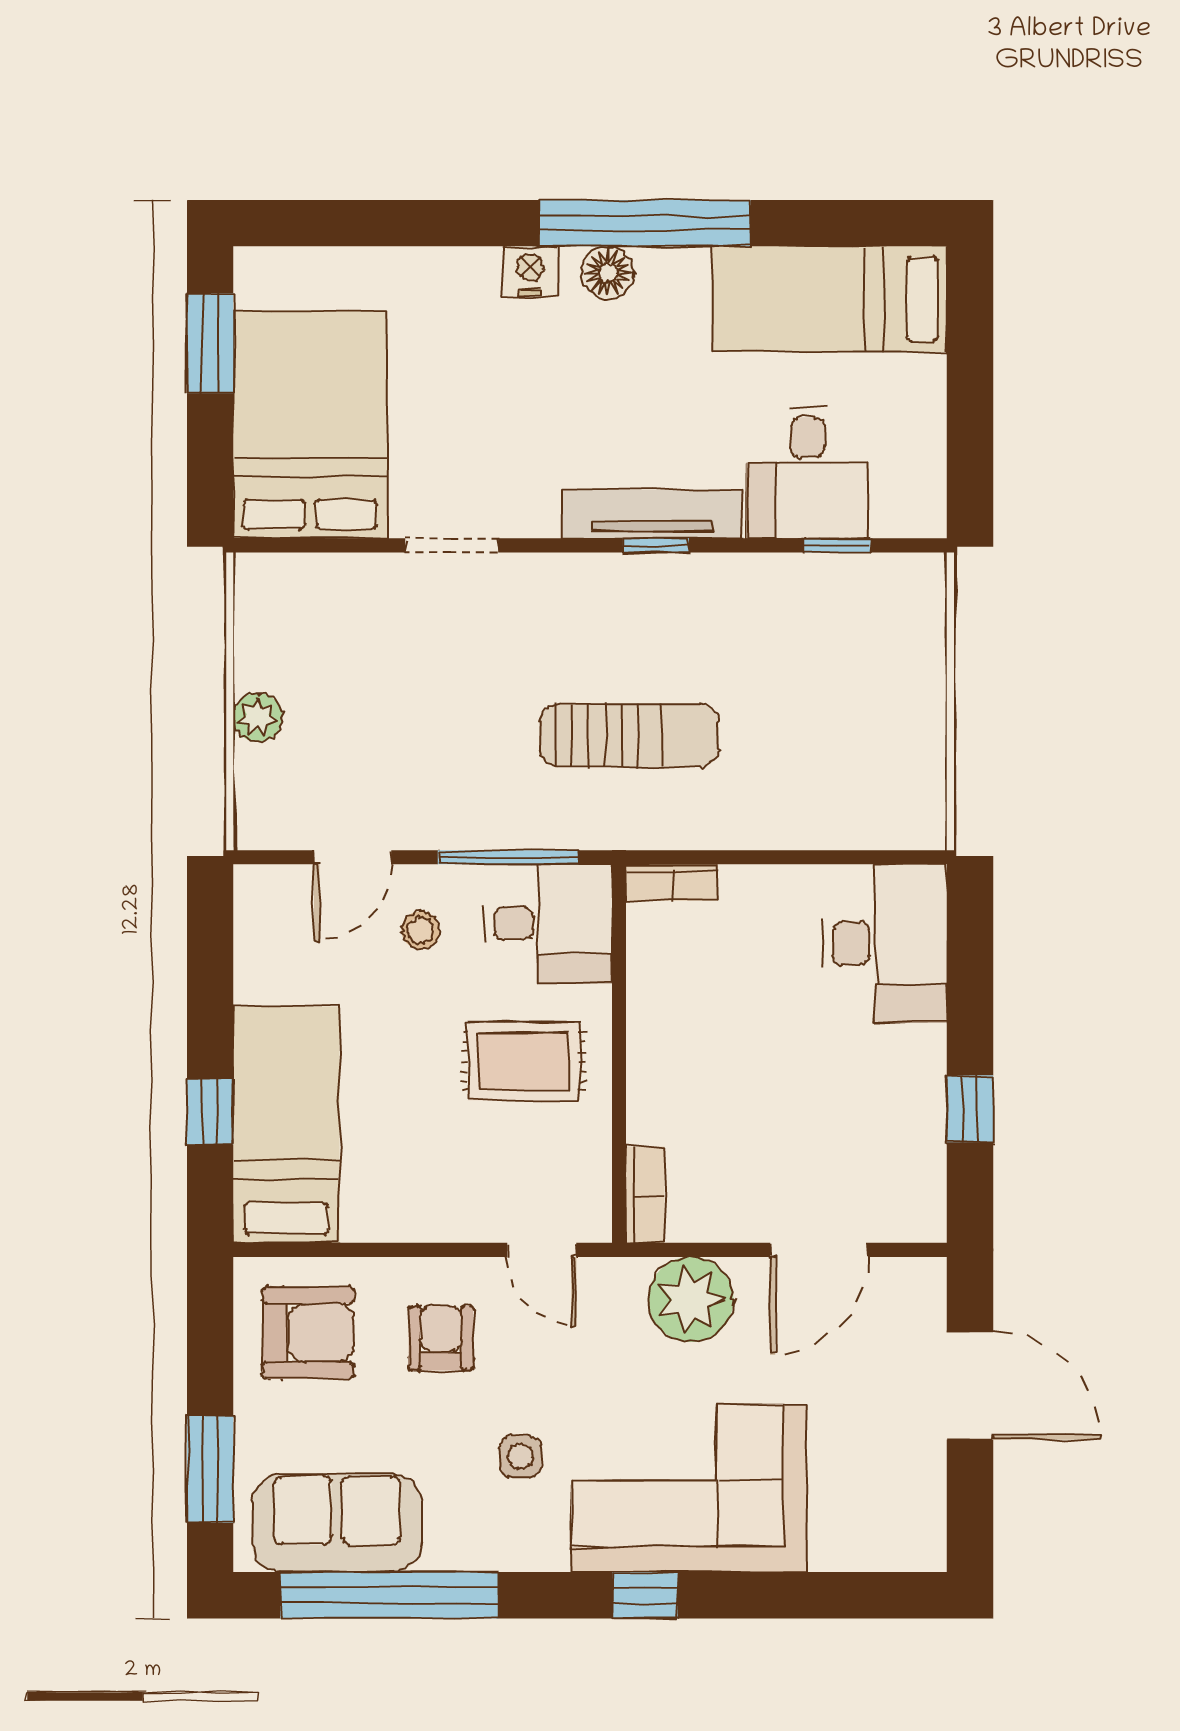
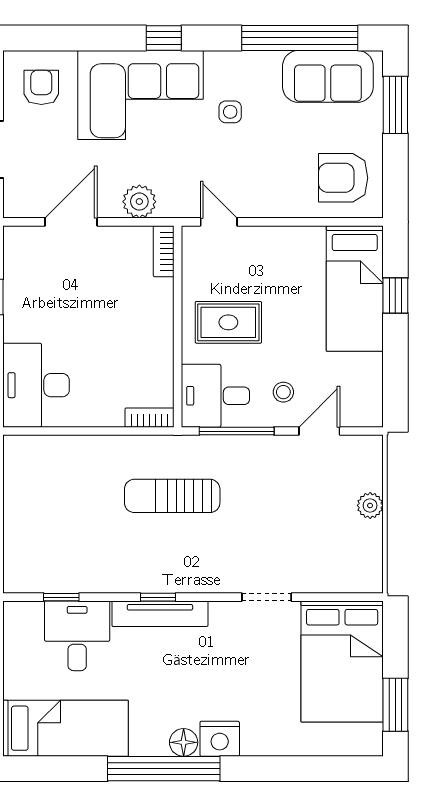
nightstand: (530, 271) -> (220, 739), width x1.36, depth x1.33
plant: (691, 1299) -> (139, 202), width x0.73, depth x0.73
armchair: (441, 1338) -> (41, 87), moved, turned 180

